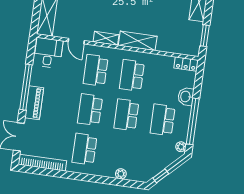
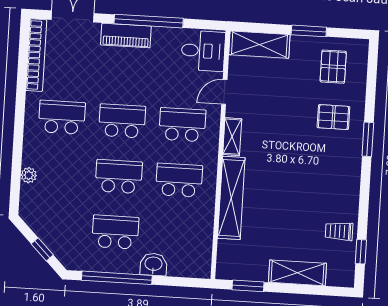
shelving: (138, 41) -> (231, 198), width x1.47
locker: (186, 64) -> (203, 261), removed
plant: (181, 147) -> (77, 263), removed
window: (161, 176) -> (42, 249), moved

